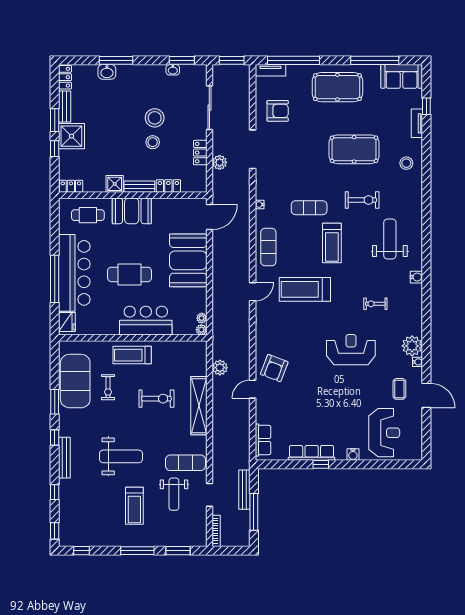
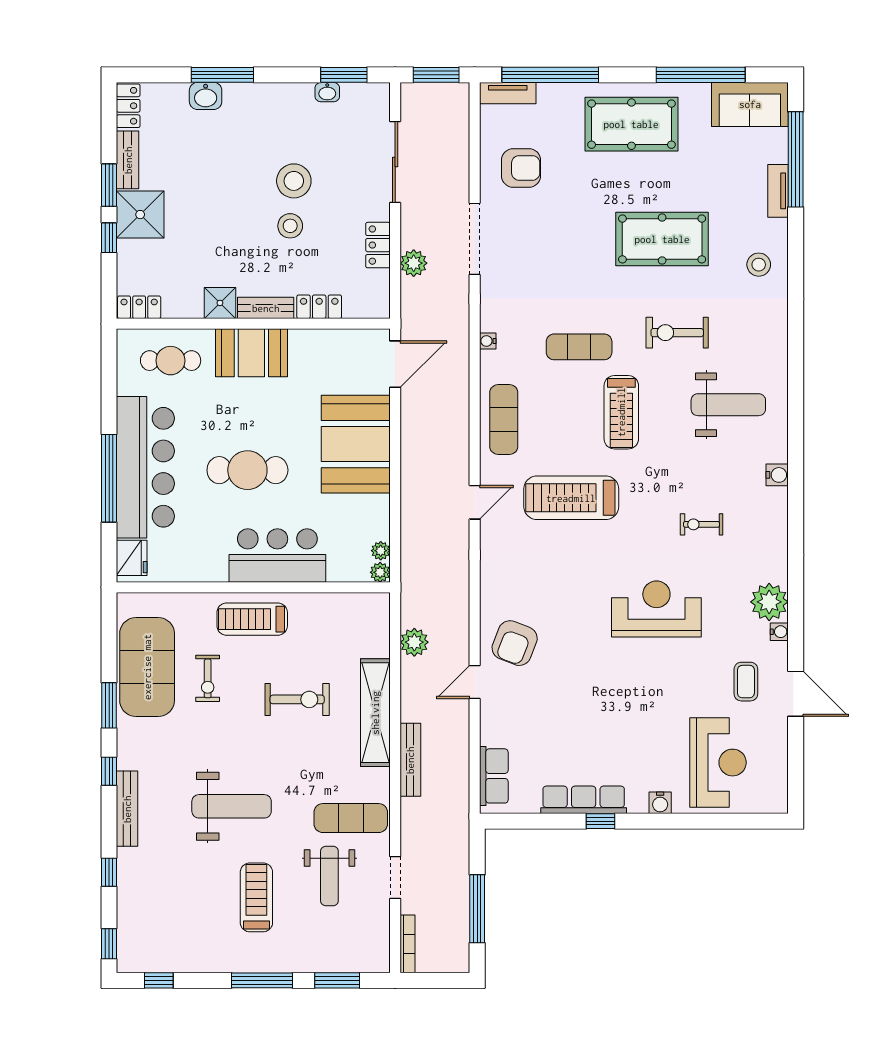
window: (426, 106) -> (796, 159), width x3.17
exercise bike: (362, 200) -> (677, 333), turned 180
weight bench: (390, 239) -> (728, 405), turned 90
bench: (244, 490) -> (410, 760), moved
treadmill: (134, 506) -> (256, 897), turned 180

